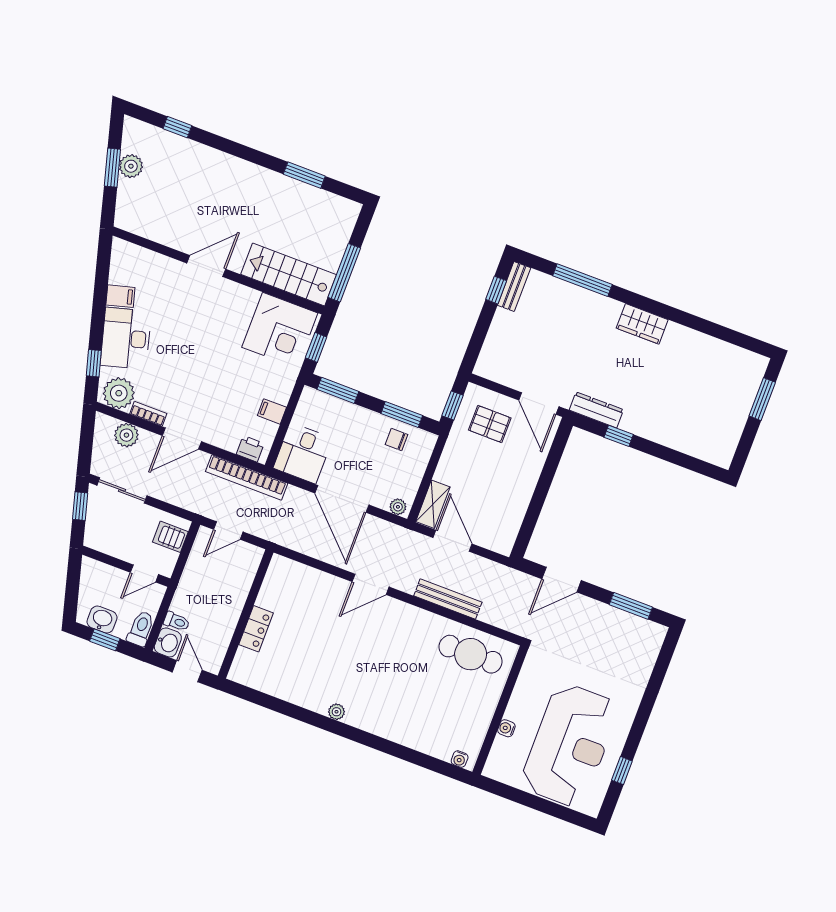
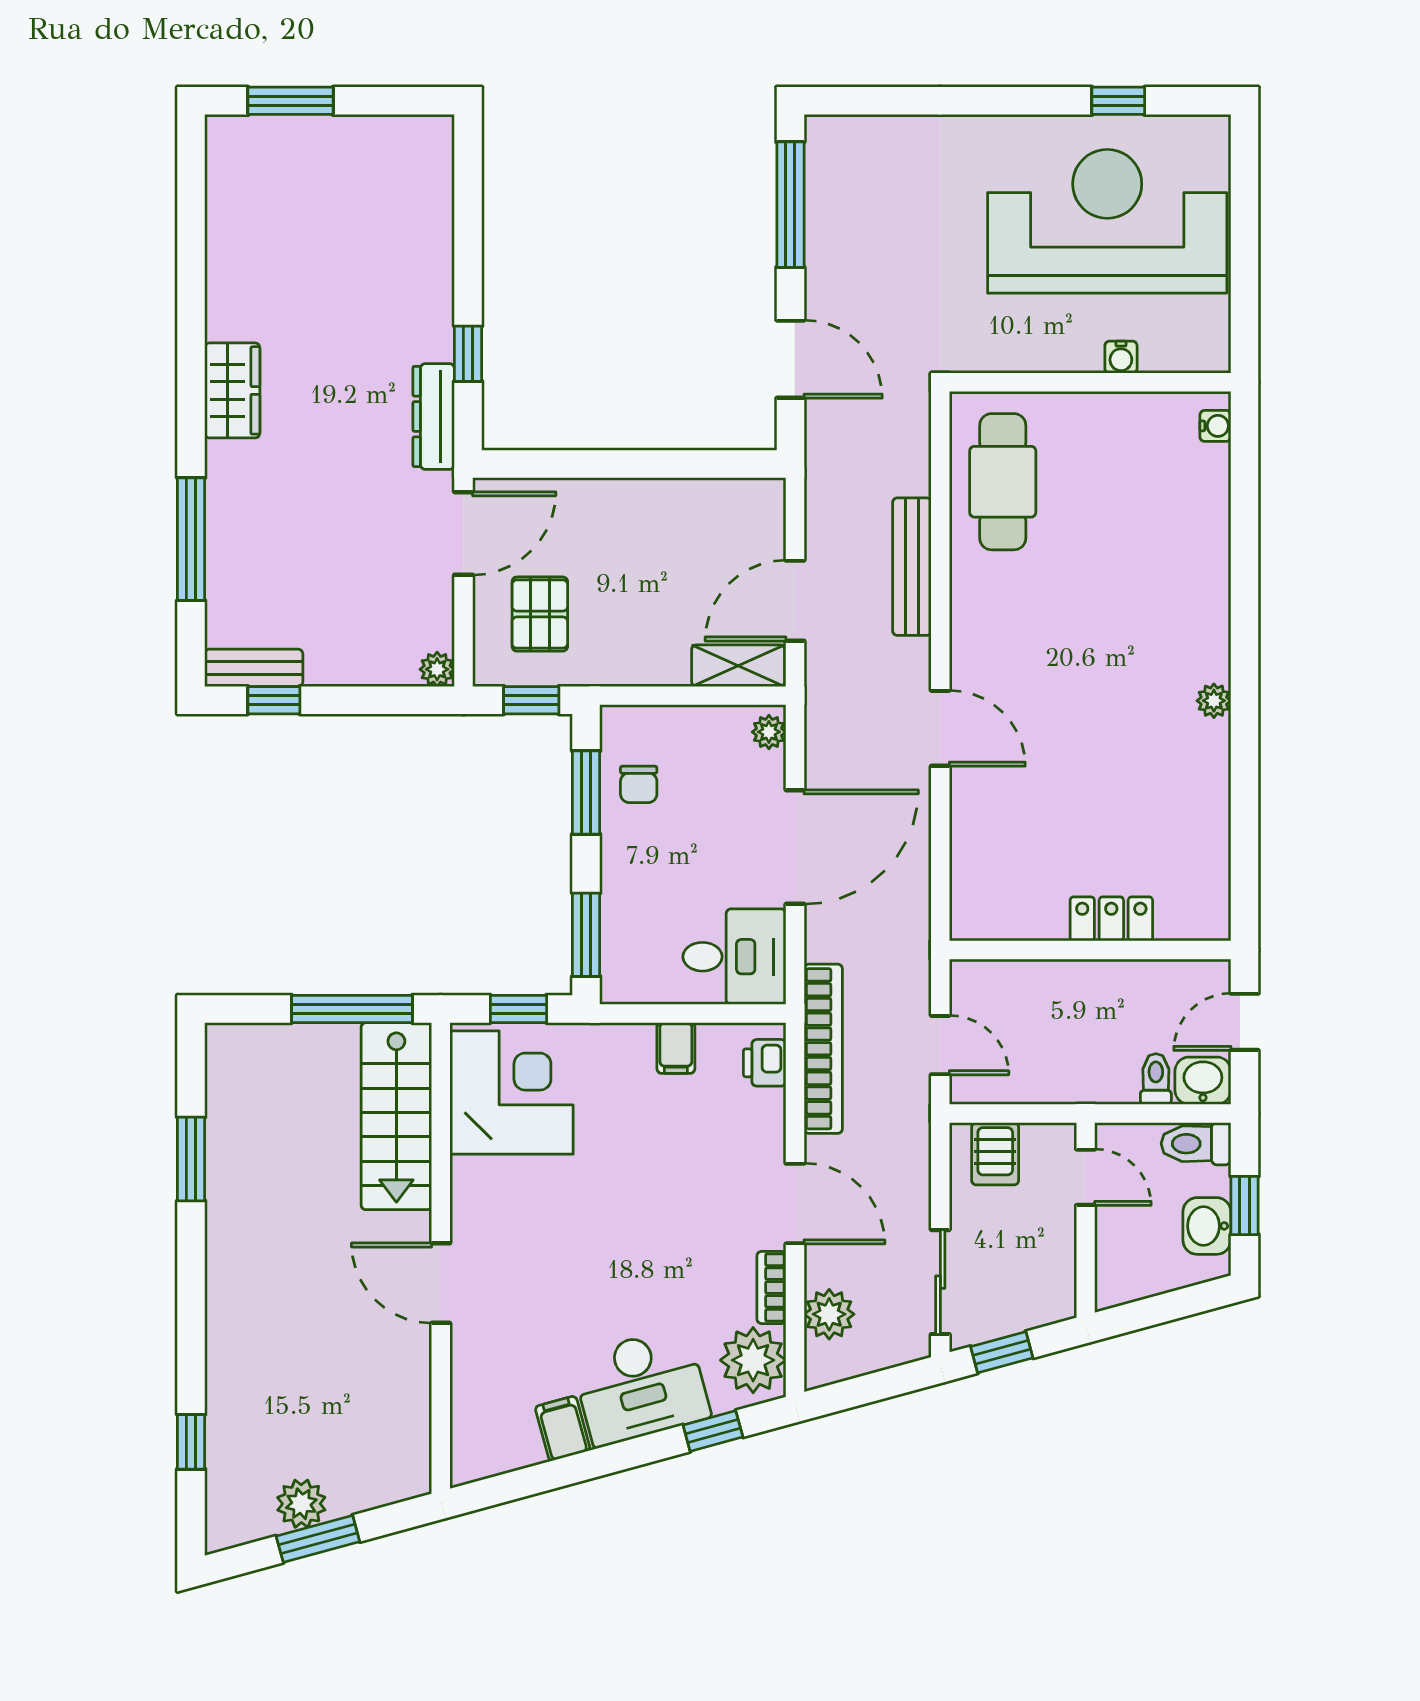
plant: (482, 369) -> (437, 669), added
window: (631, 606) -> (790, 205), width x1.44

